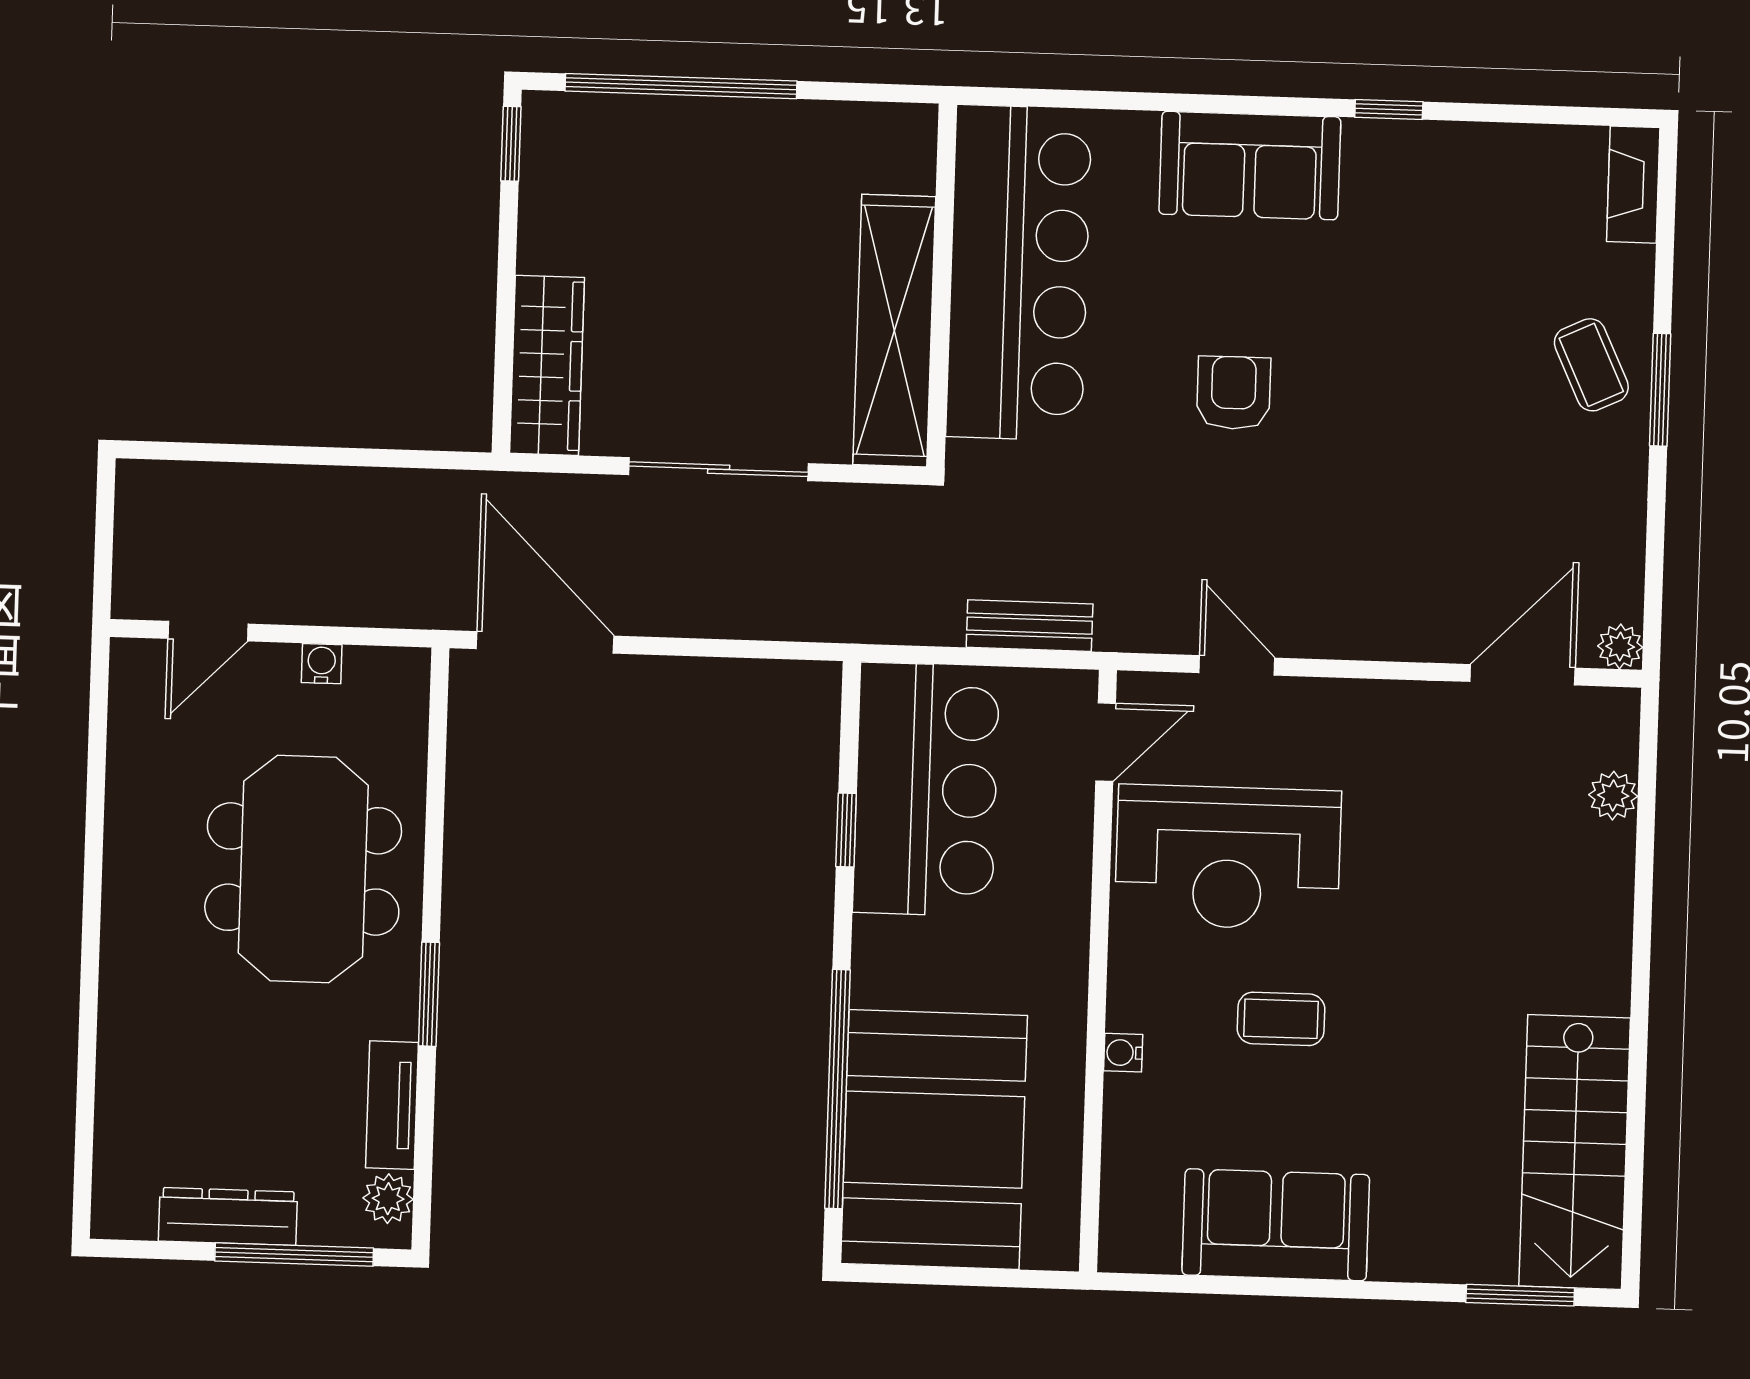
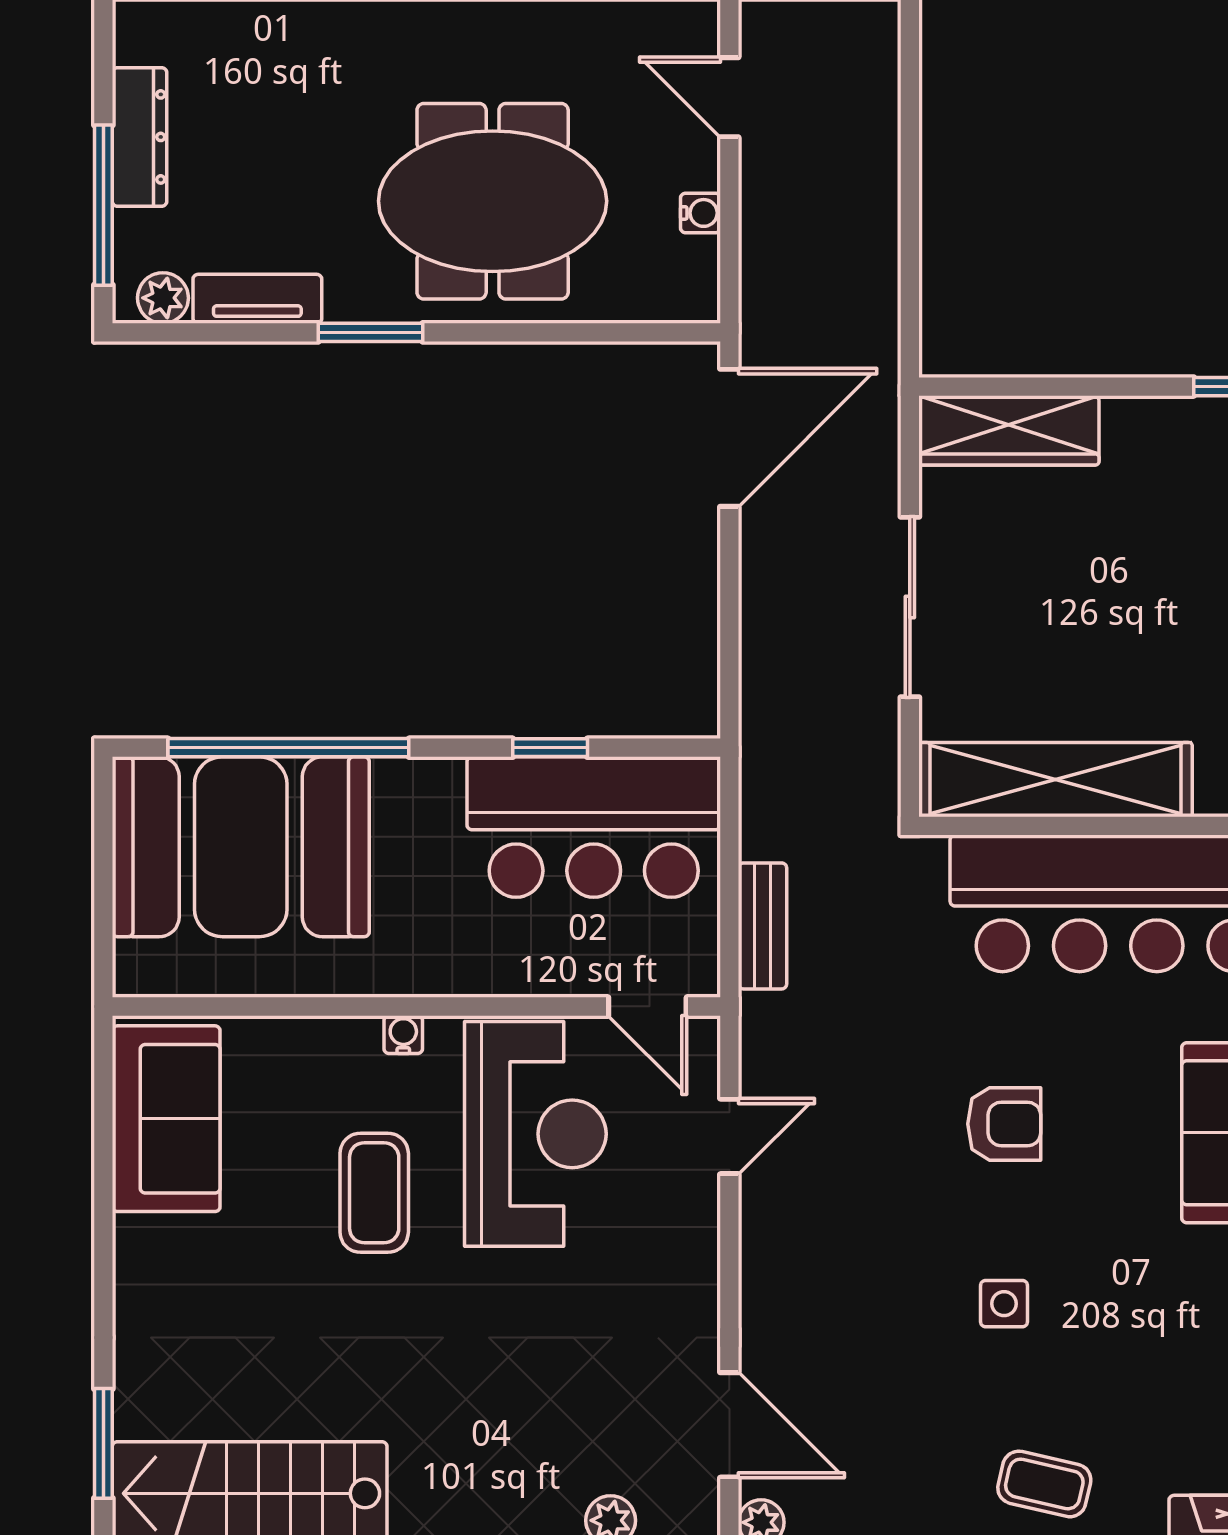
coffee table: (1591, 365) -> (1044, 1484), turned 38
side table: (1411, 399) -> (1004, 1304), added
reception desk: (1228, 857) -> (535, 1134), turned 180
coffee table: (1281, 1019) -> (374, 1193), width x1.36, depth x1.30
water cooler: (1123, 1053) -> (403, 1035), moved
sofa: (1276, 1225) -> (166, 1119), moved

